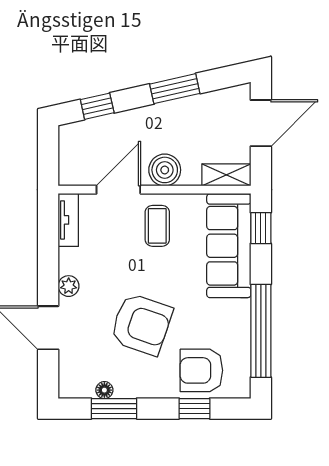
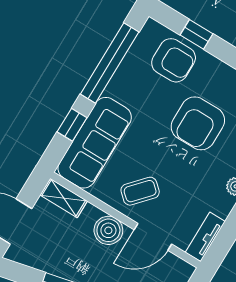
coffee table: (157, 226) -> (140, 191), turned 42
window: (261, 228) -> (72, 125), moved
armchair: (141, 324) -> (198, 123), turned -109

